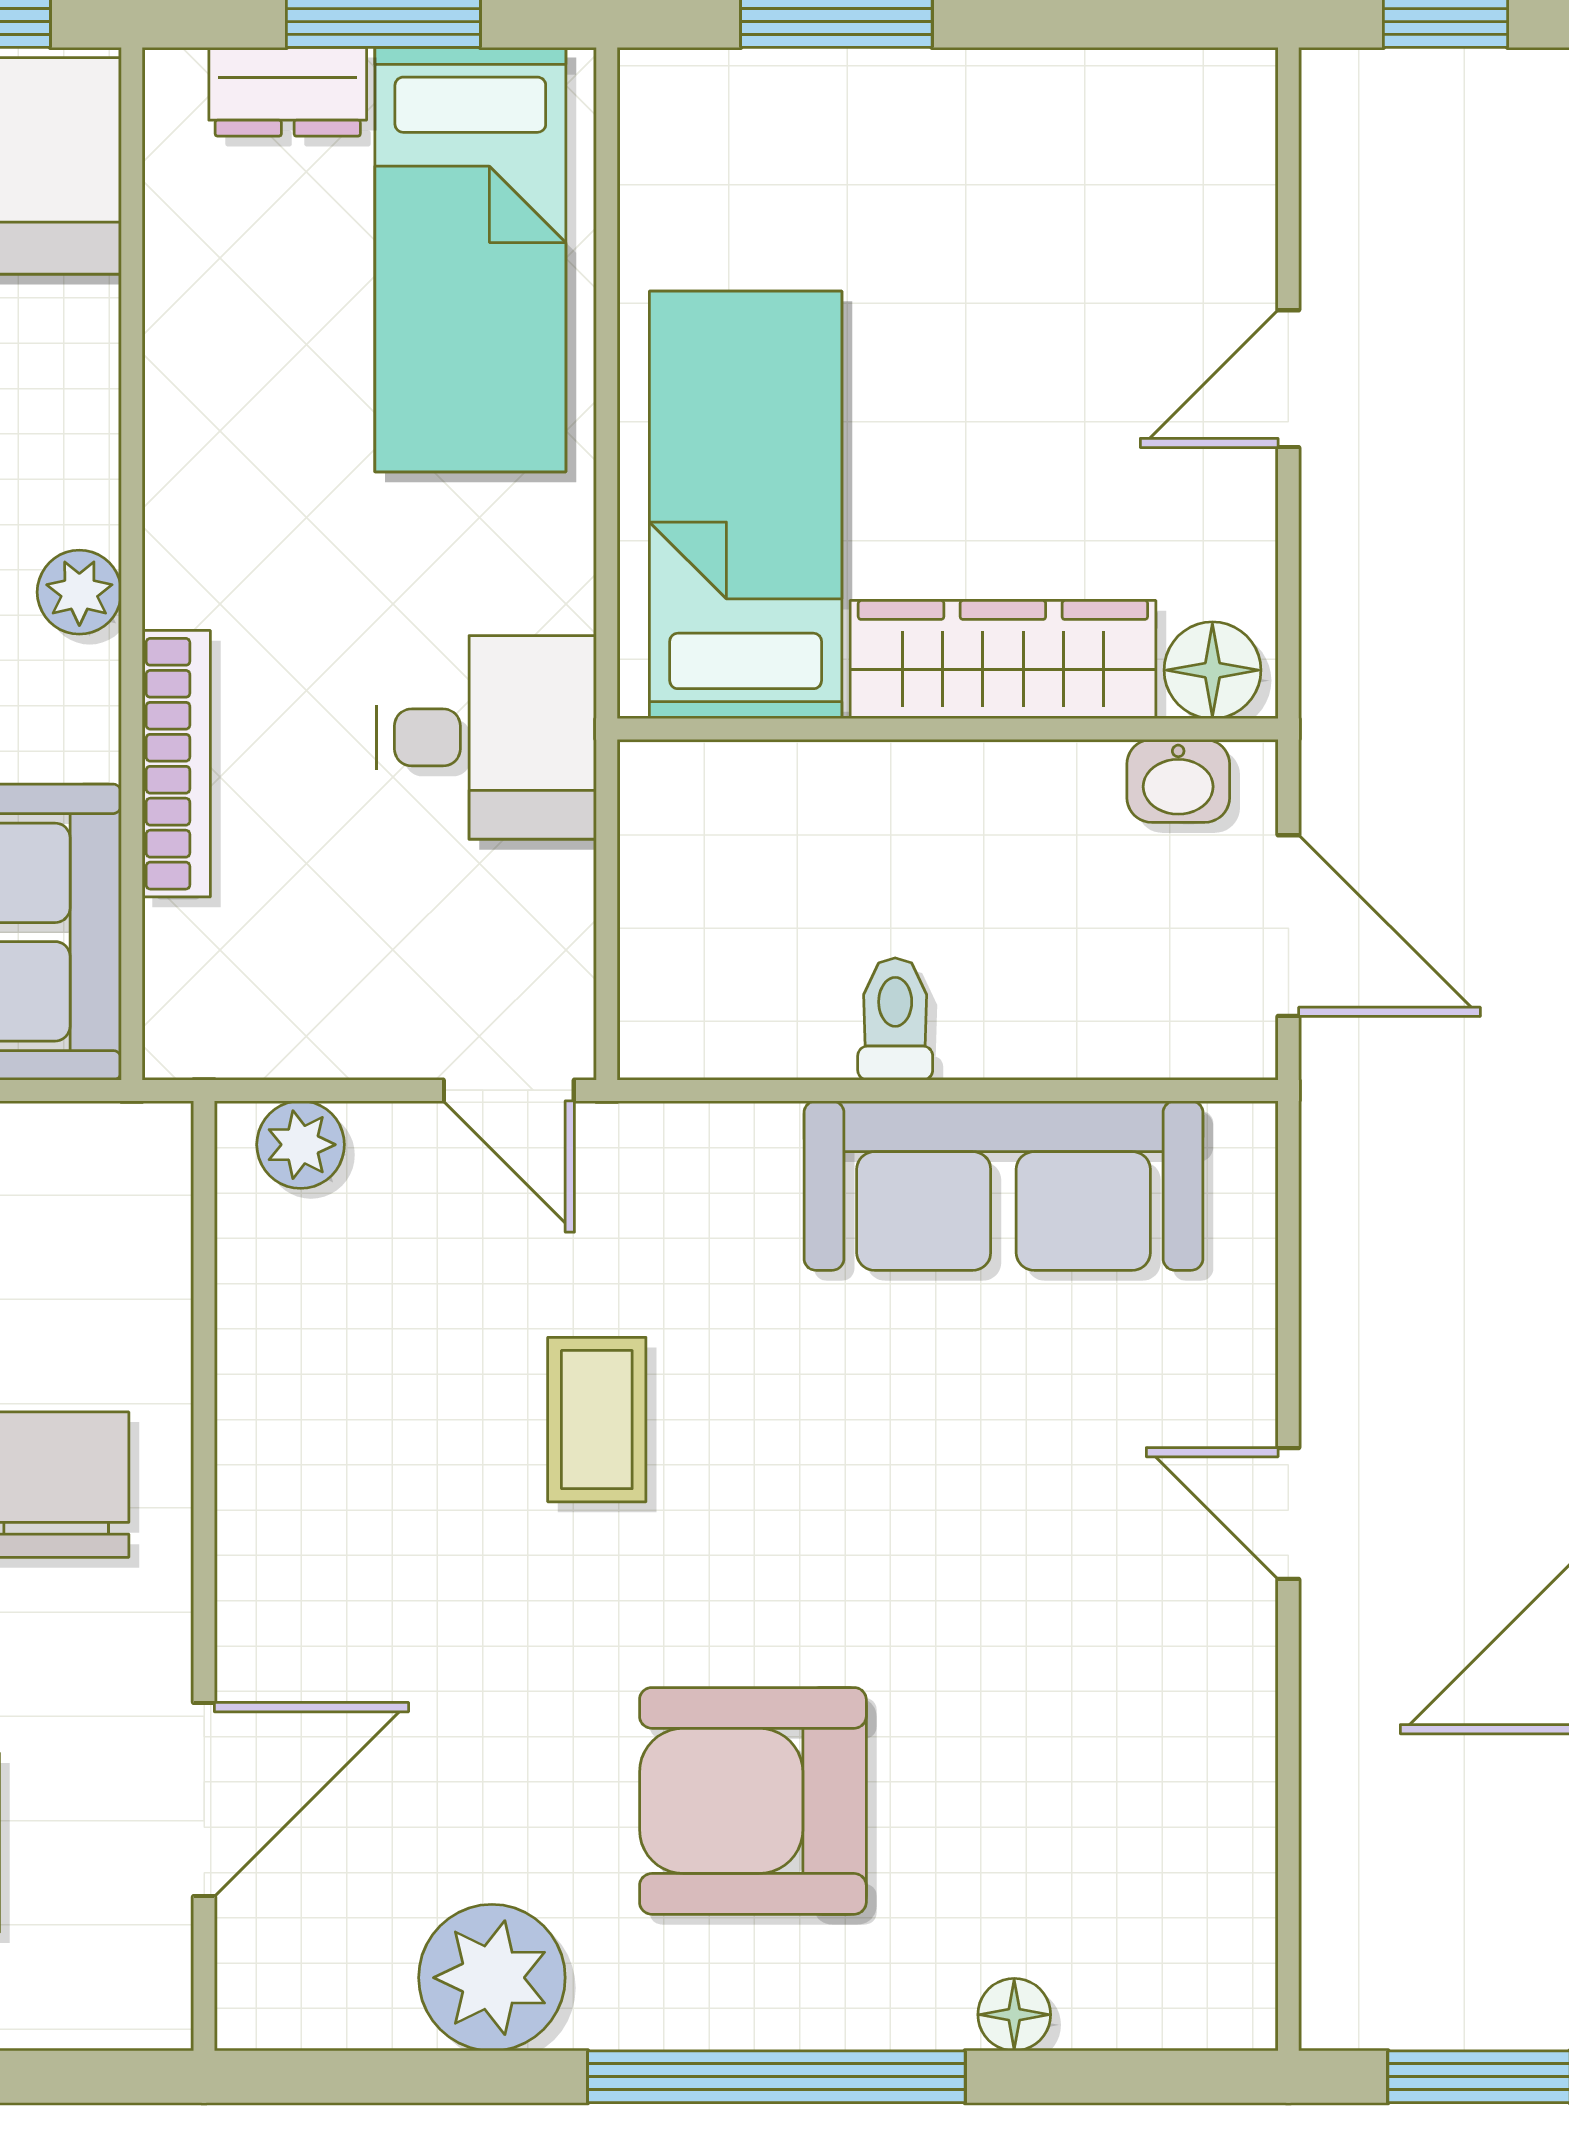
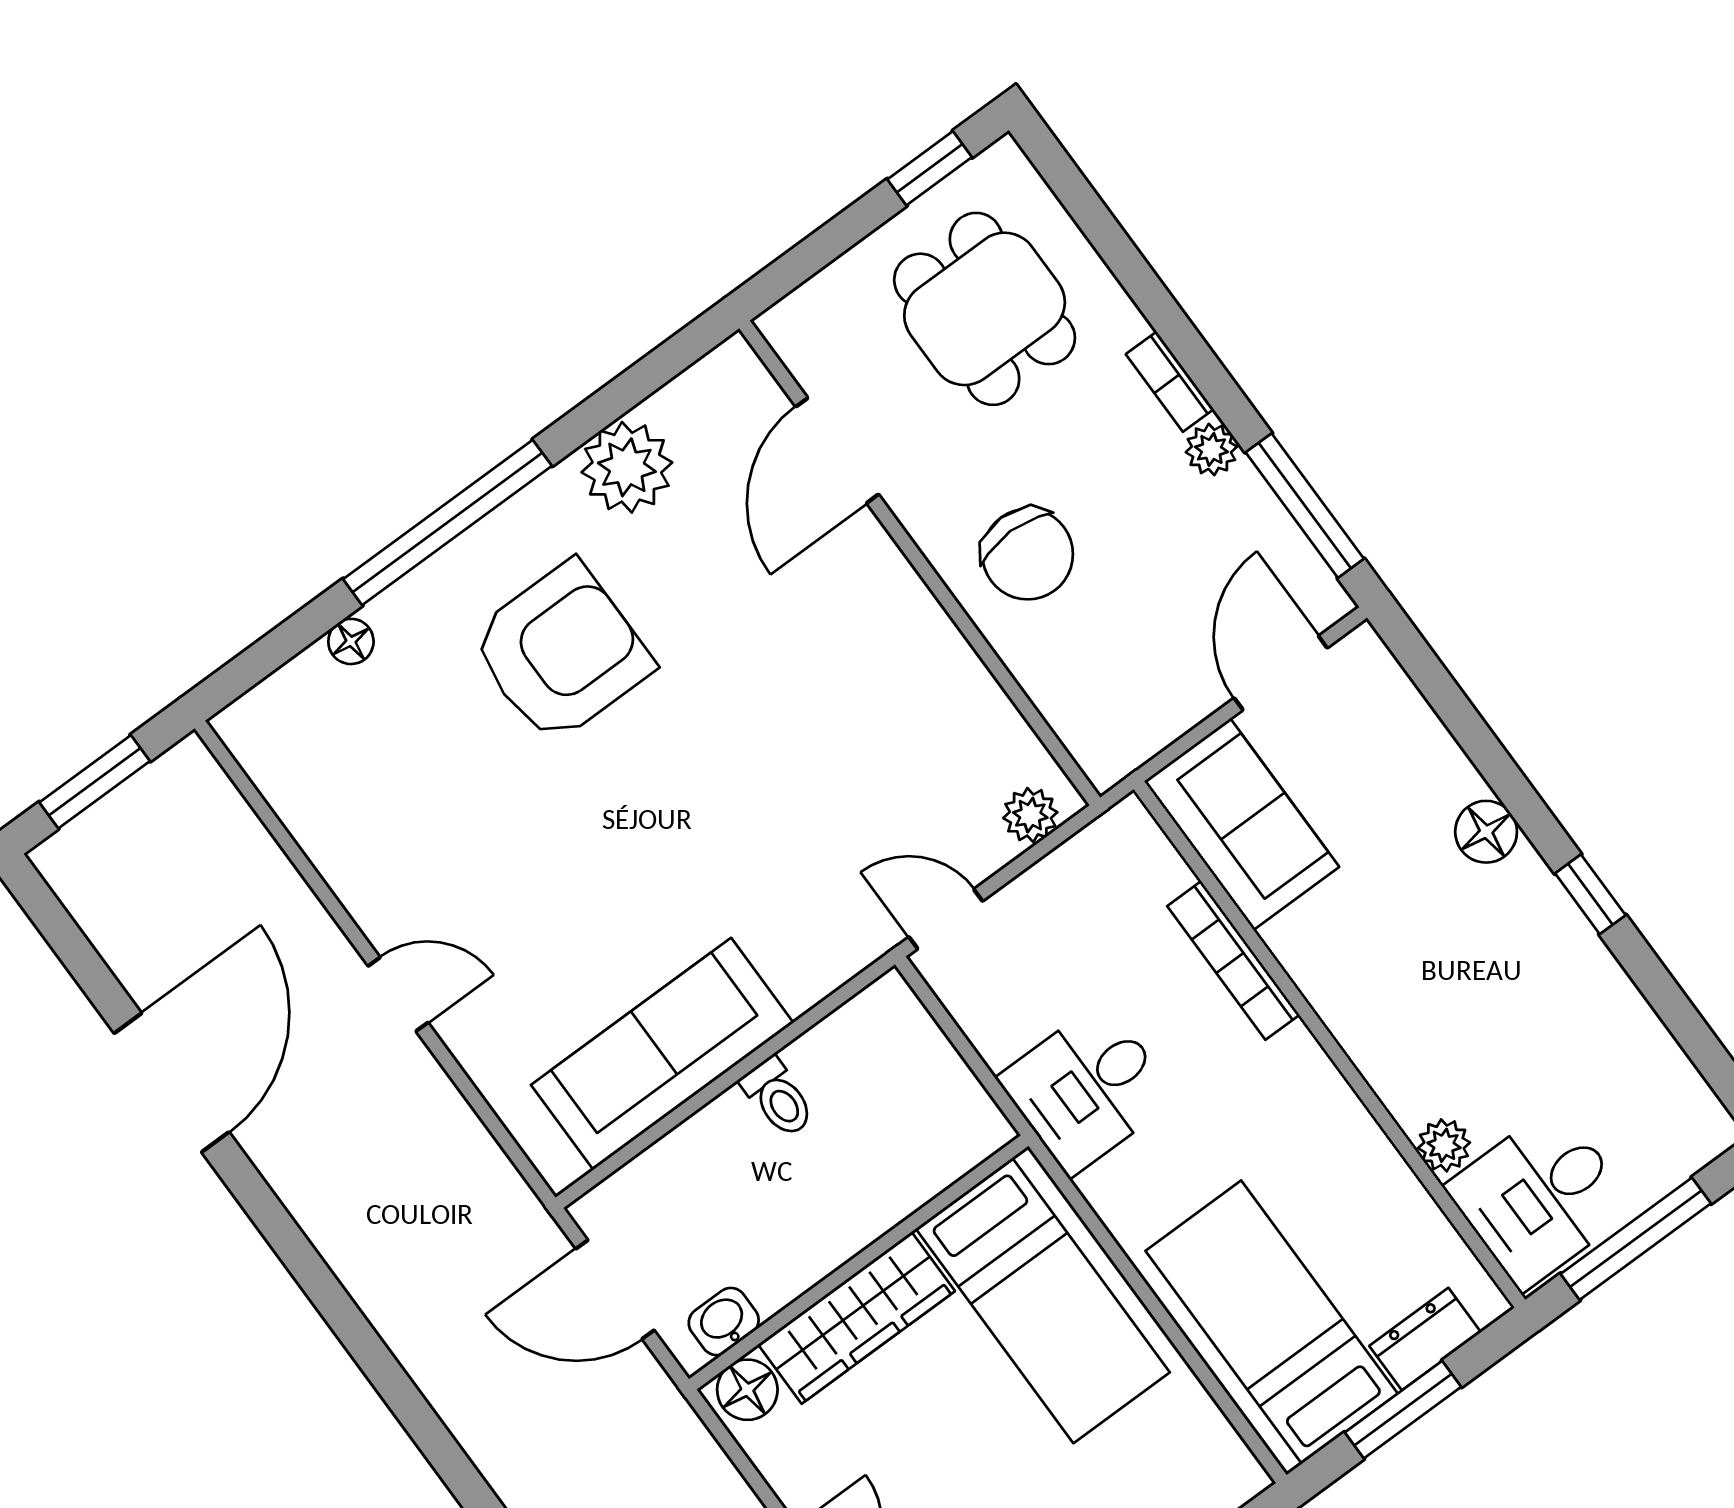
plant: (79, 592) -> (1444, 1145), moved
coffee table: (597, 1420) -> (780, 786), removed

